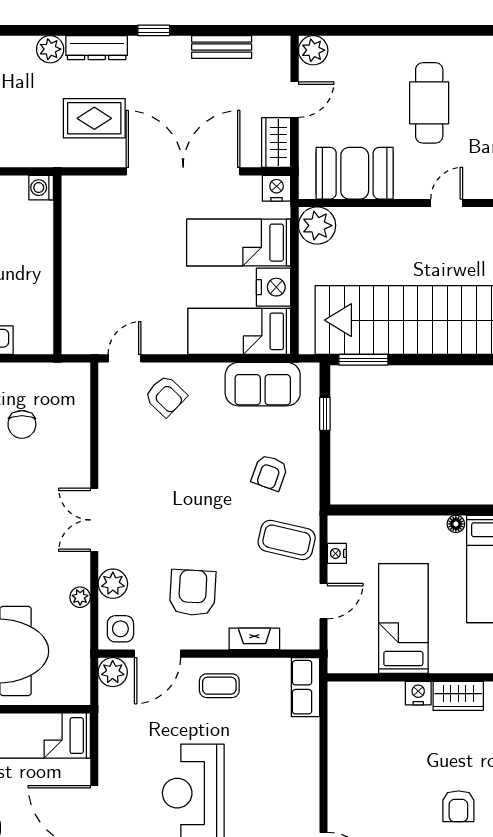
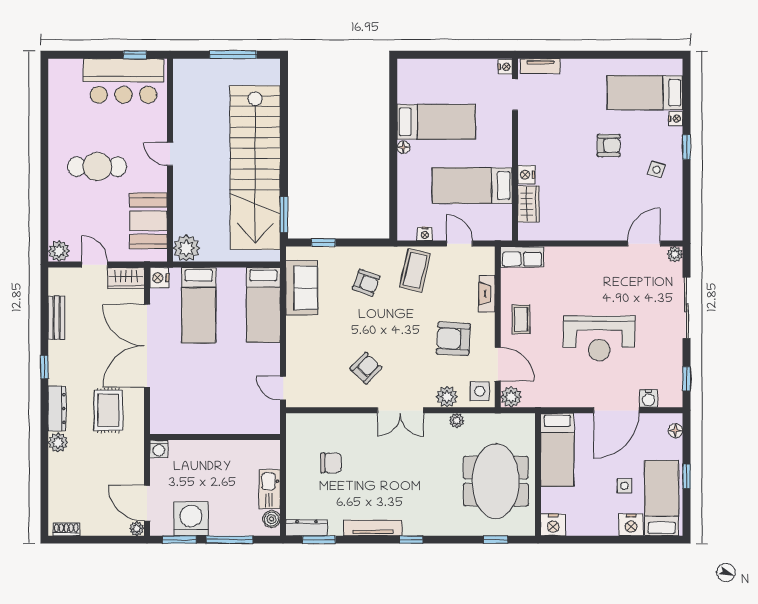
nightstand: (274, 287) -> (231, 280), removed
armchair: (166, 396) -> (366, 368), moved
wardrobe: (458, 696) -> (528, 204), moved

